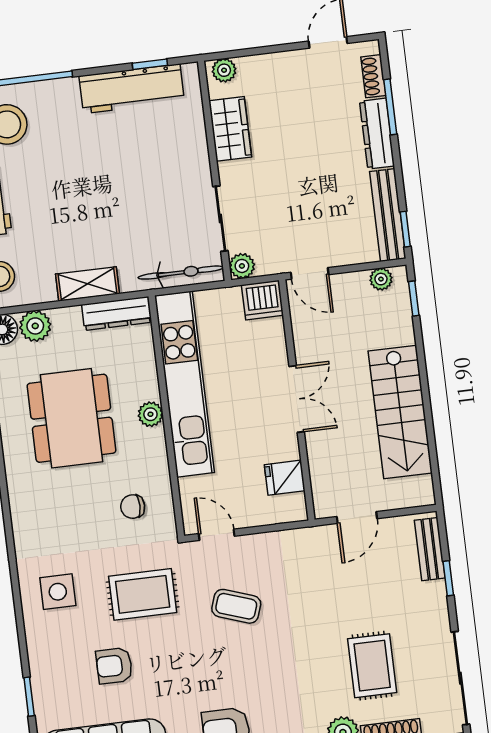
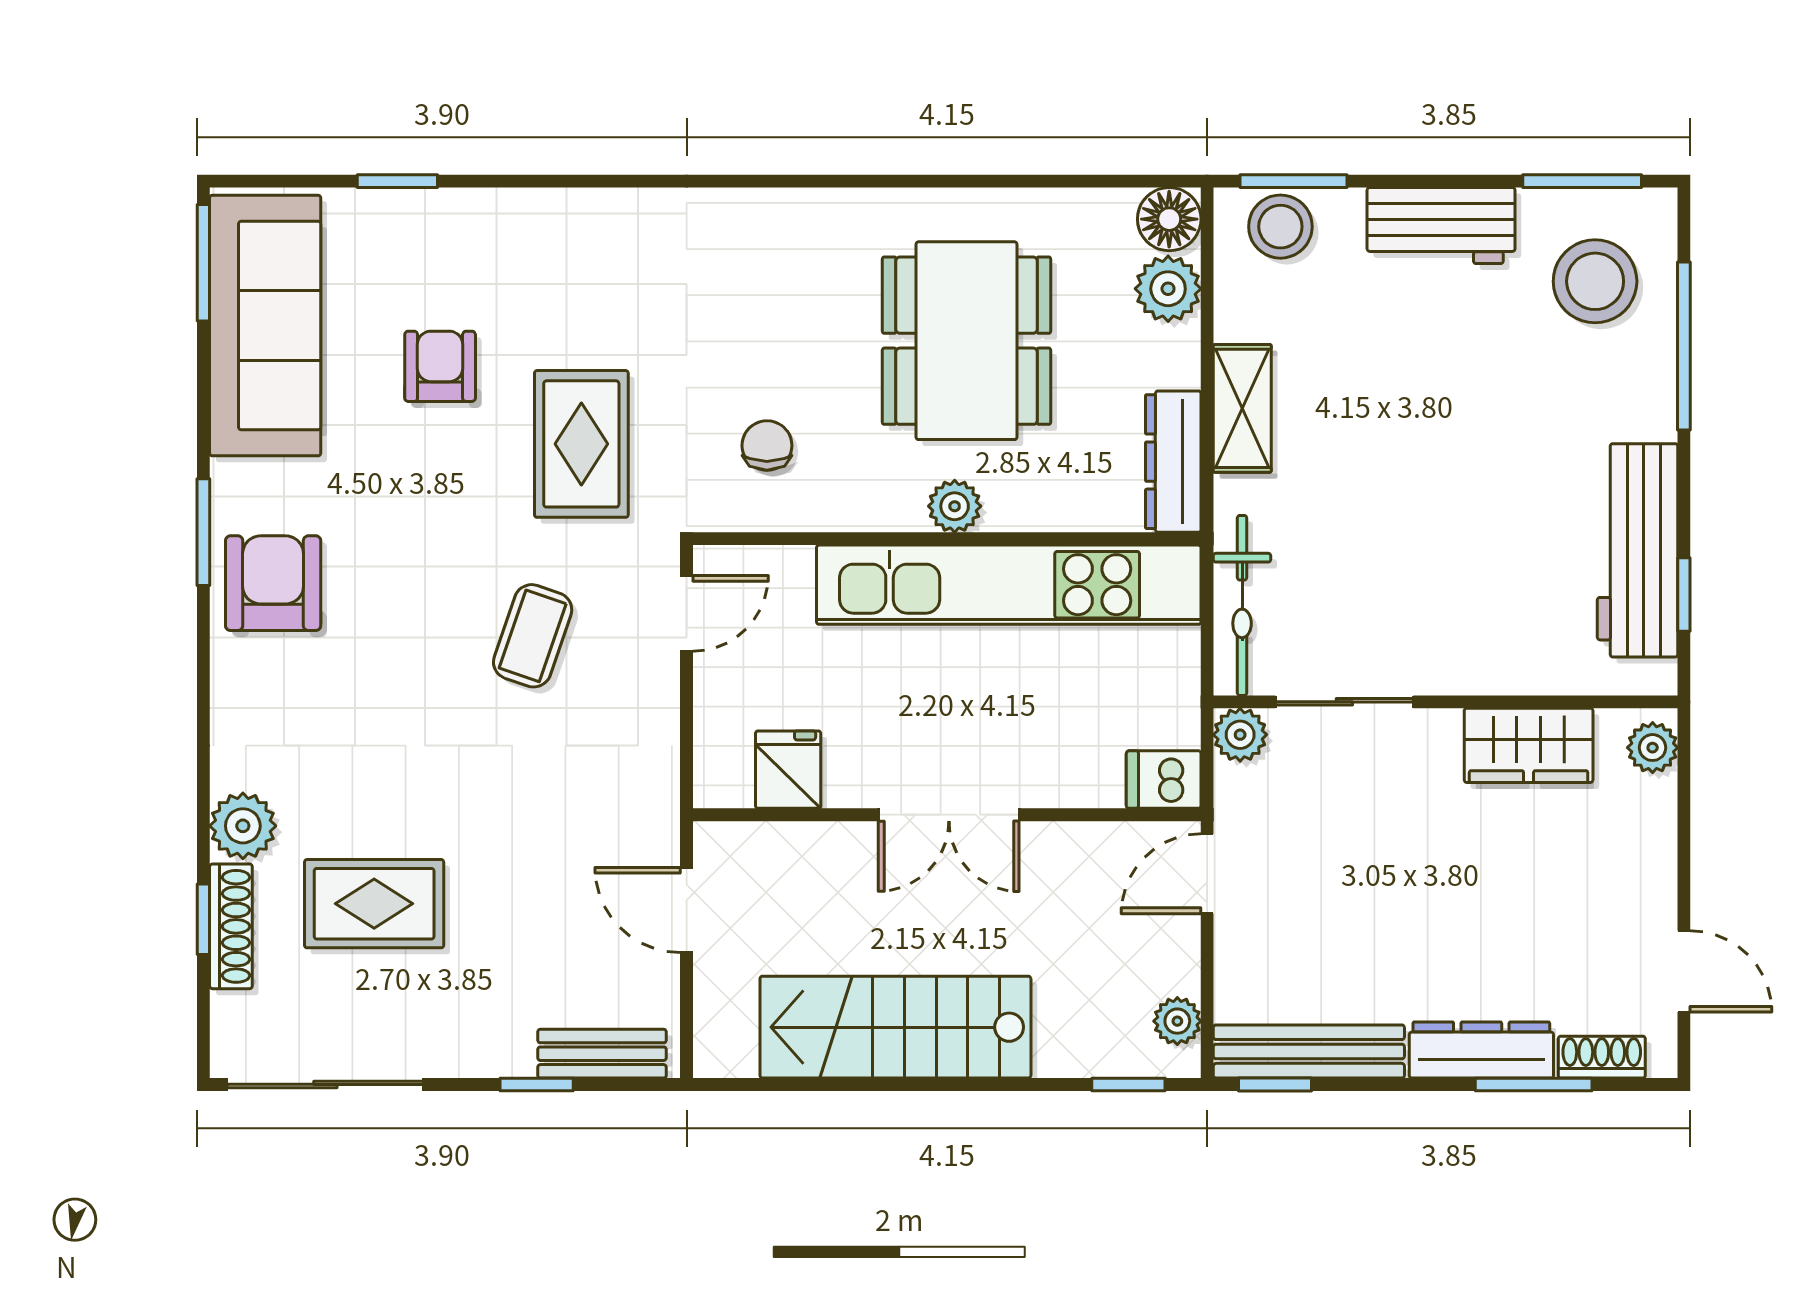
dishwasher: (262, 300) -> (1164, 780), width x0.73
dining table: (71, 418) -> (967, 341), turned 90
side table: (58, 592) -> (609, 268), removed

